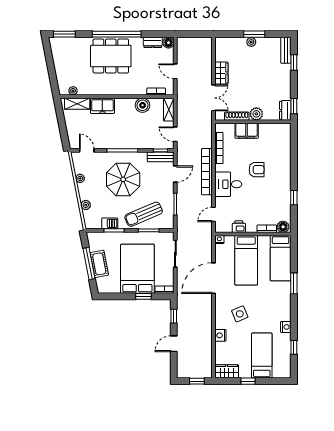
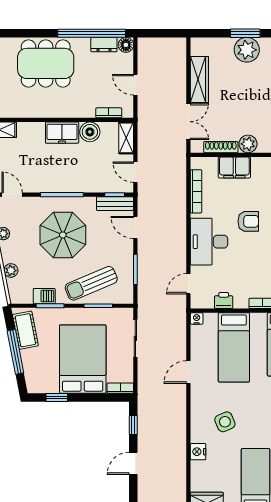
window: (117, 34) -> (92, 33), moved
plant: (251, 42) -> (247, 50), width x1.88, depth x1.88
wardrobe: (221, 73) -> (199, 79), width x1.50
freezer: (102, 106) -> (62, 133), moved
bookcase: (207, 172) -> (179, 224), removed
door: (175, 174) -> (135, 227), swing flipped
desk: (228, 184) -> (209, 242), width x1.37
cot: (99, 264) -> (25, 330), moved
door: (214, 278) -> (188, 372), width x0.53
window: (143, 296) -> (57, 397), moved

